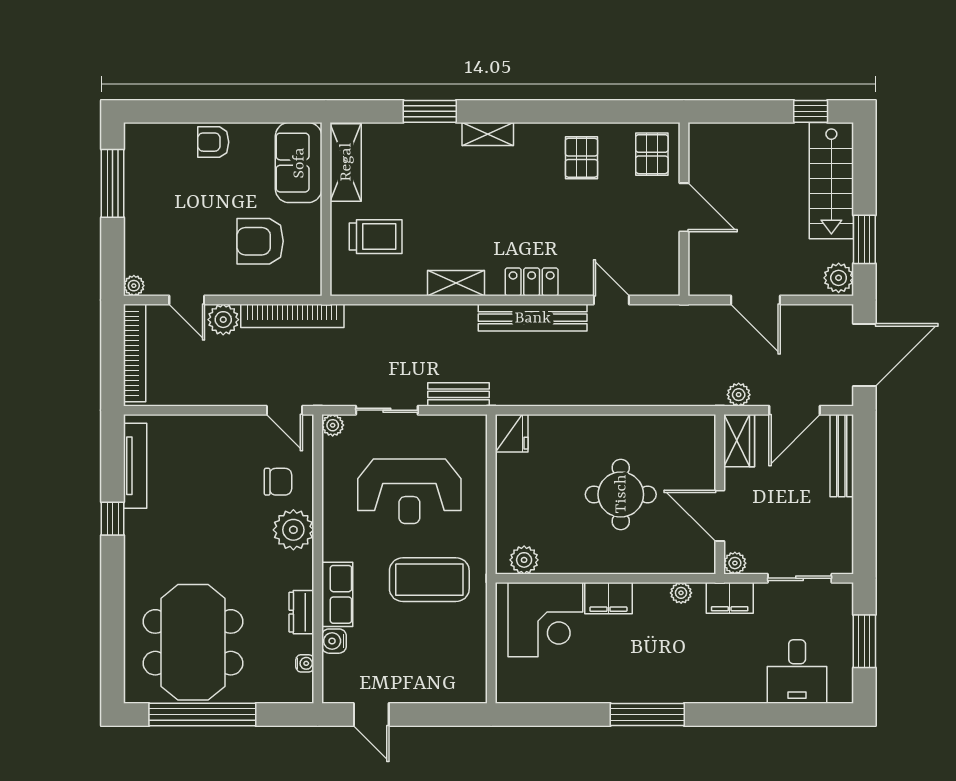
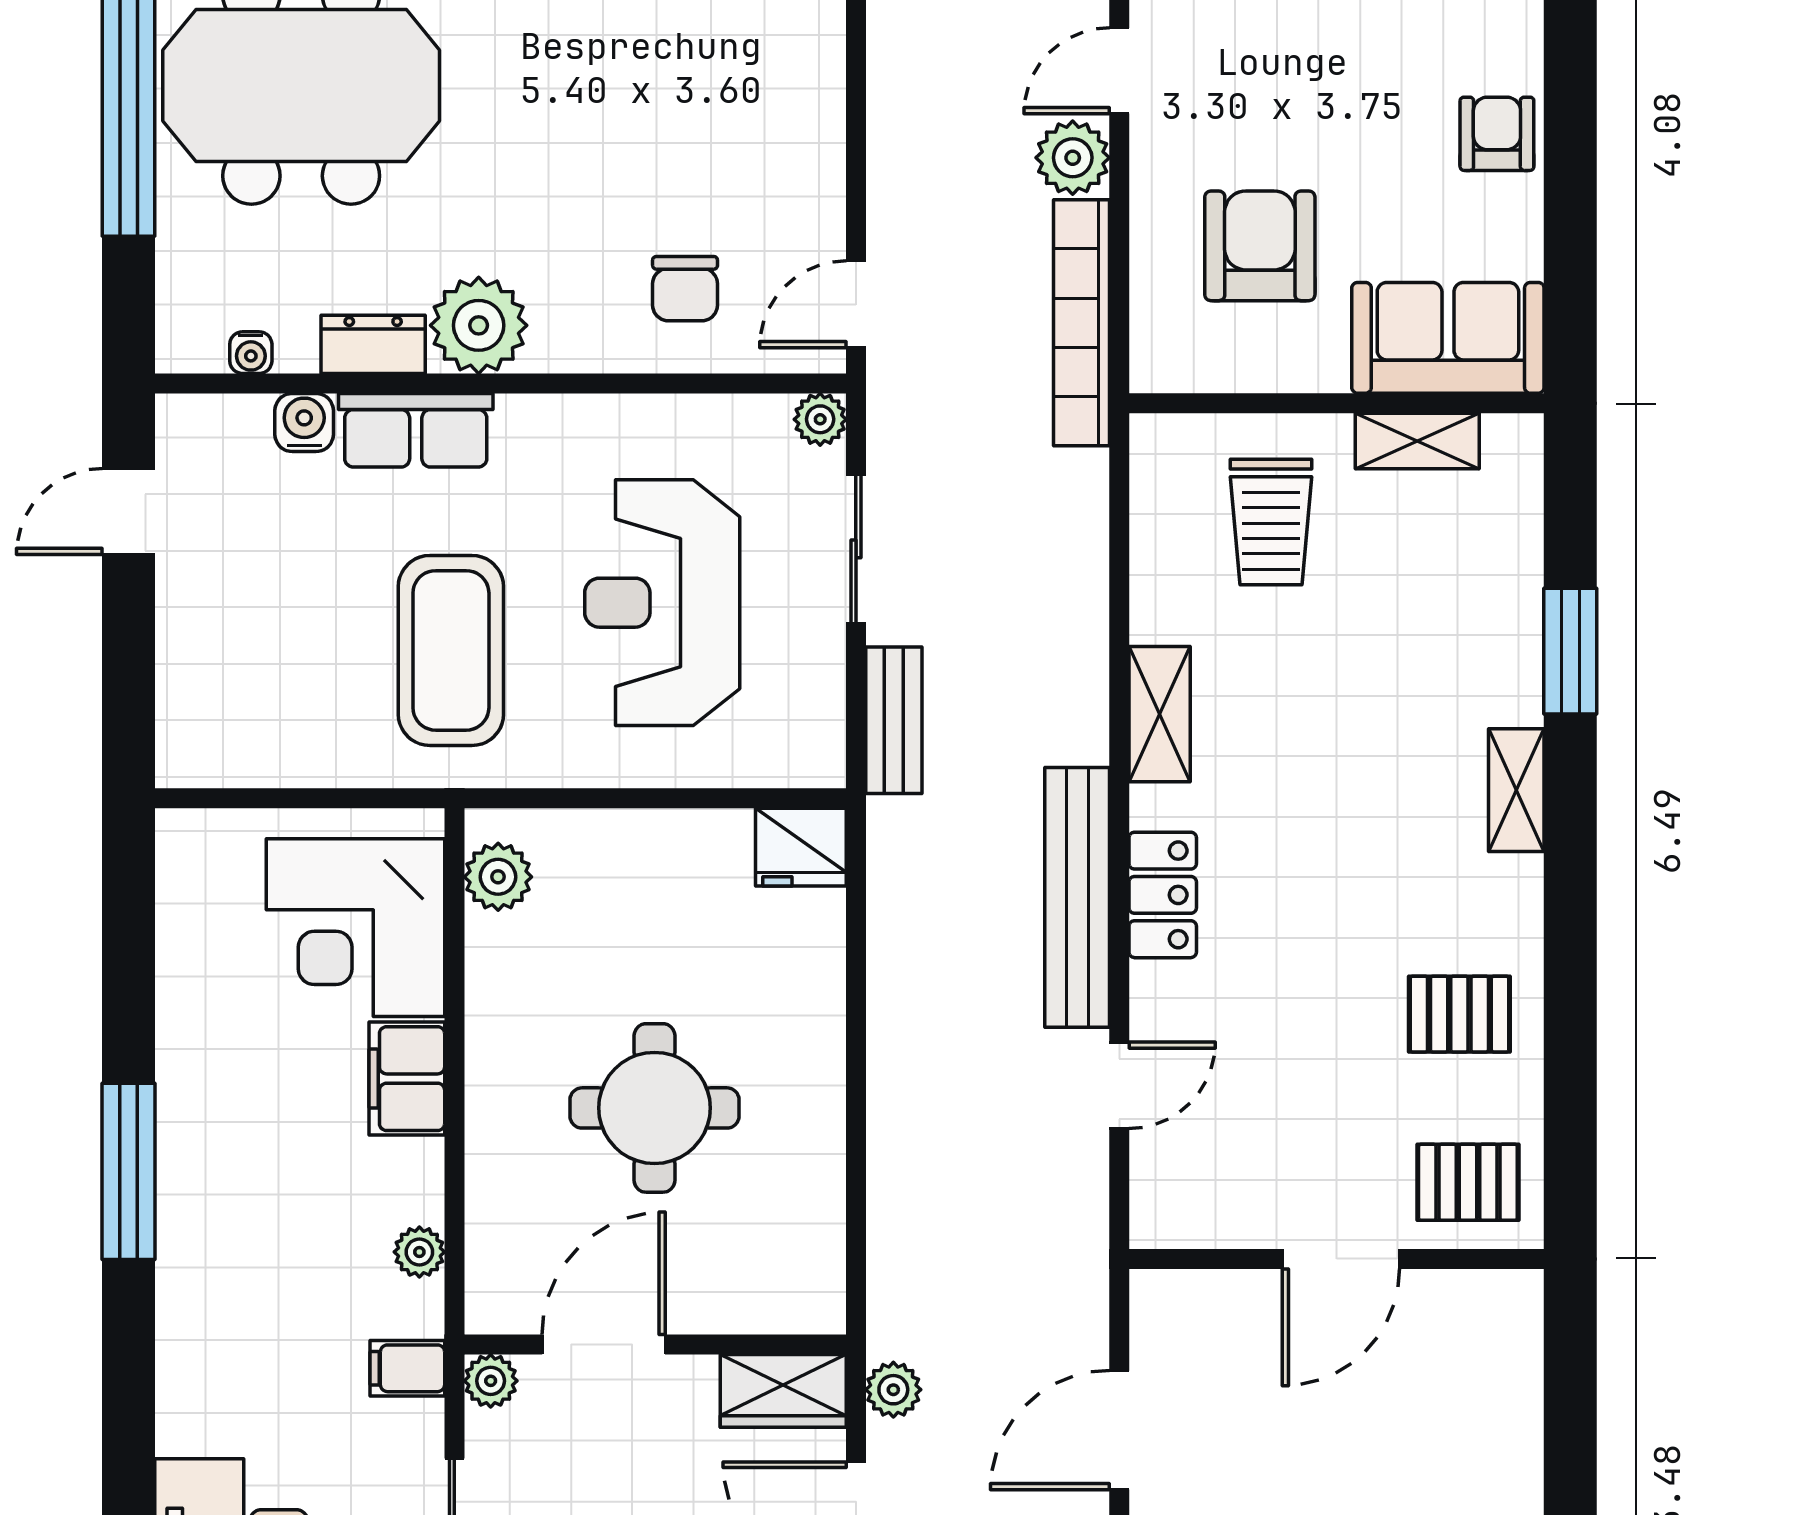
shelving: (346, 162) -> (1417, 441), width x0.67, depth x0.75
plant: (293, 530) -> (479, 325), moved
filing cabinet: (730, 598) -> (407, 1368), width x0.50

